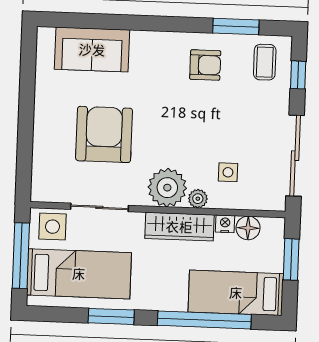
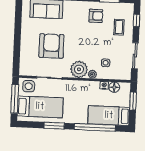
coffee table: (265, 62) -> (119, 27), moved
sliding door: (295, 156) -> (135, 56), width x0.73
wardrobe: (179, 227) -> (84, 86), removed

